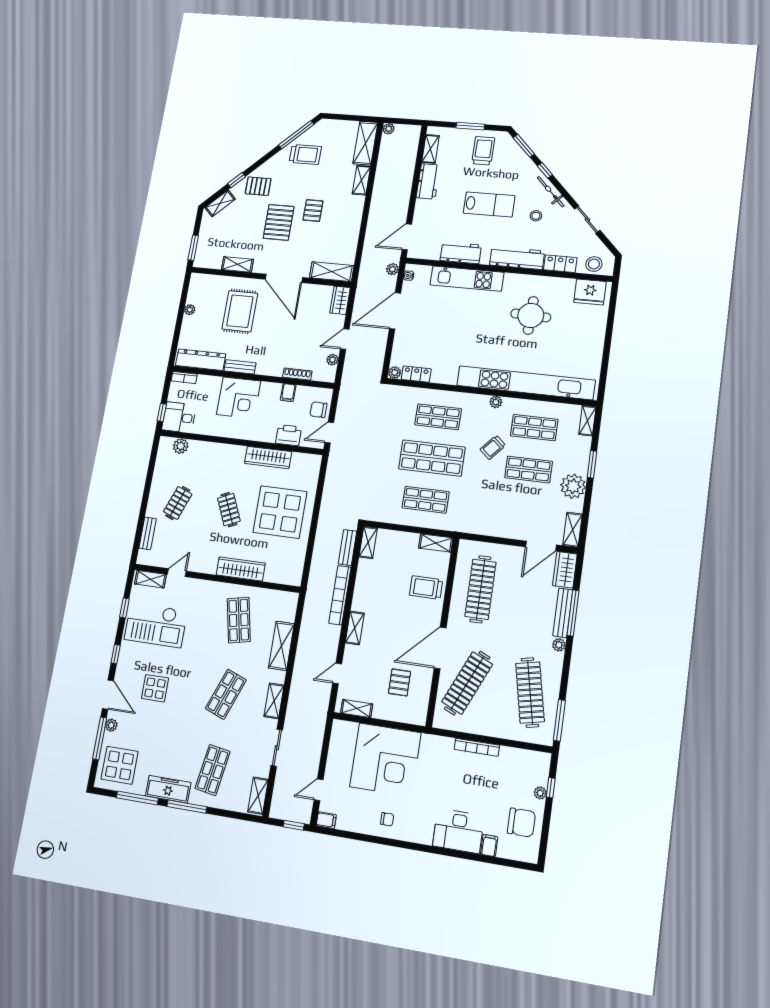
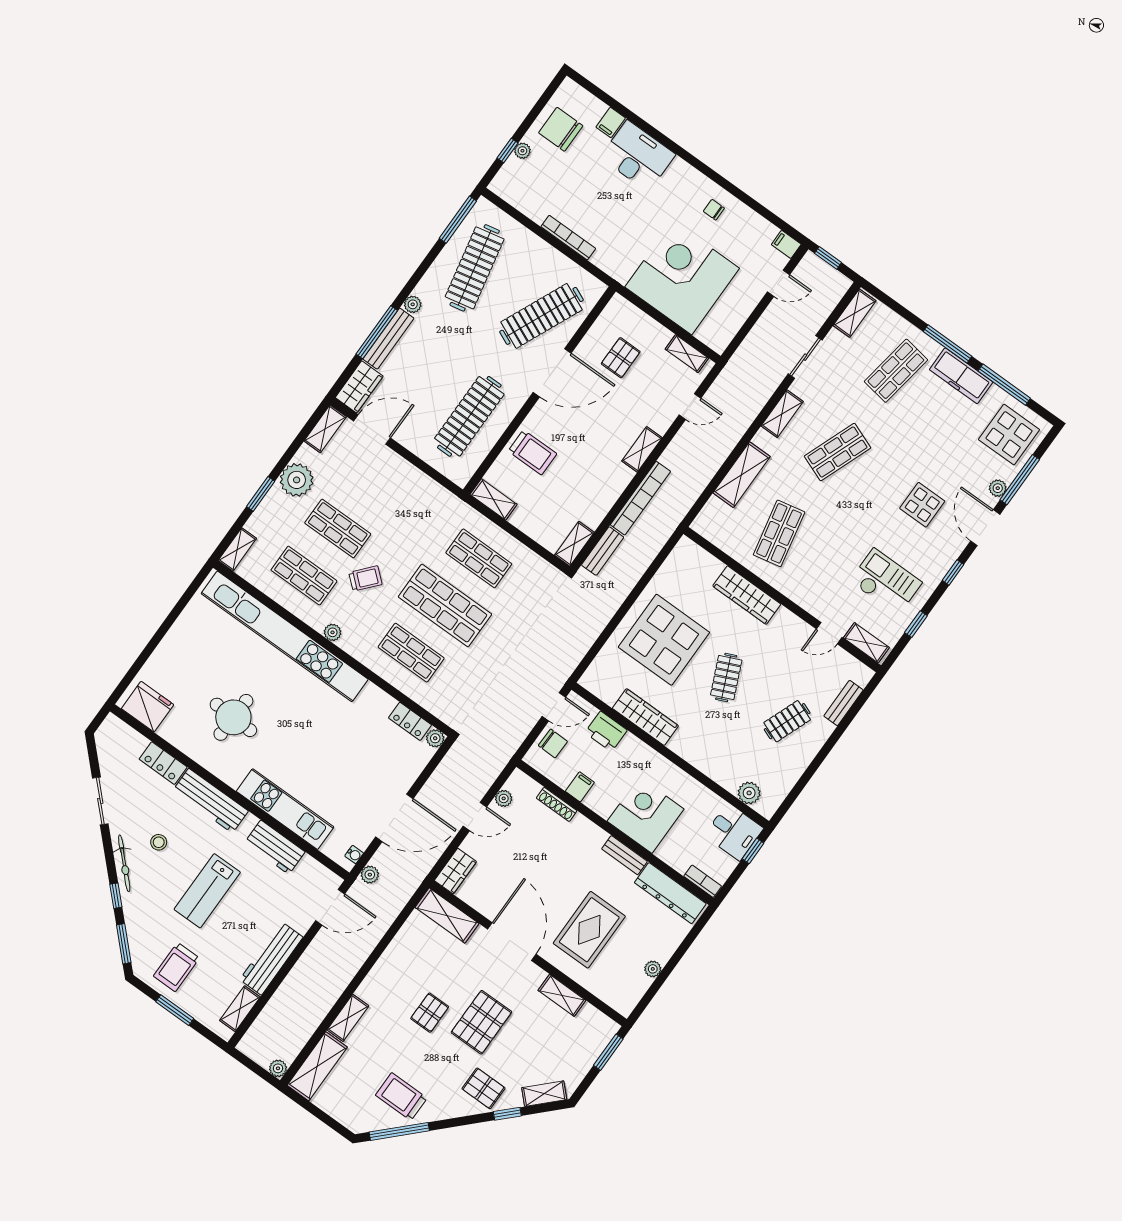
workbench: (428, 181) -> (271, 958), width x1.37
lab bench: (489, 204) -> (207, 891), turned -90
stool: (594, 264) -> (124, 739), removed
checkout: (156, 625) -> (886, 582), width x0.73, depth x0.83

